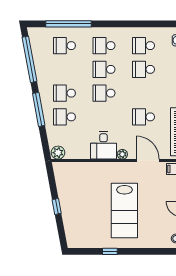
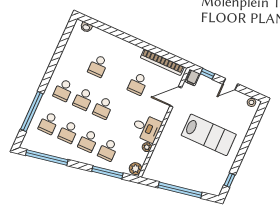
school desk: (144, 46) -> (68, 132), moved
window: (39, 109) -> (107, 172), moved
plant: (122, 154) -> (147, 147), moved
window: (57, 206) -> (180, 190), width x3.17
window: (110, 251) -> (230, 180), moved

